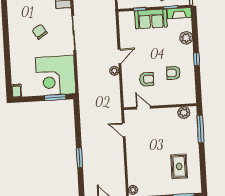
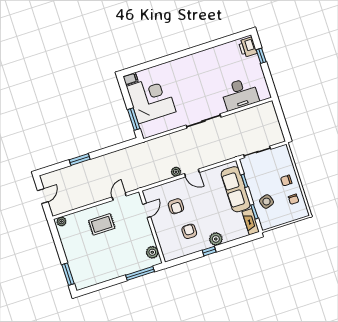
sofa: (151, 19) -> (236, 189), width x1.36
chair: (40, 32) -> (196, 87), removed
plant: (186, 38) -> (216, 239), moved
corner desk: (56, 75) -> (151, 99), moved, turned 90
rug: (179, 166) -> (102, 224), moved

